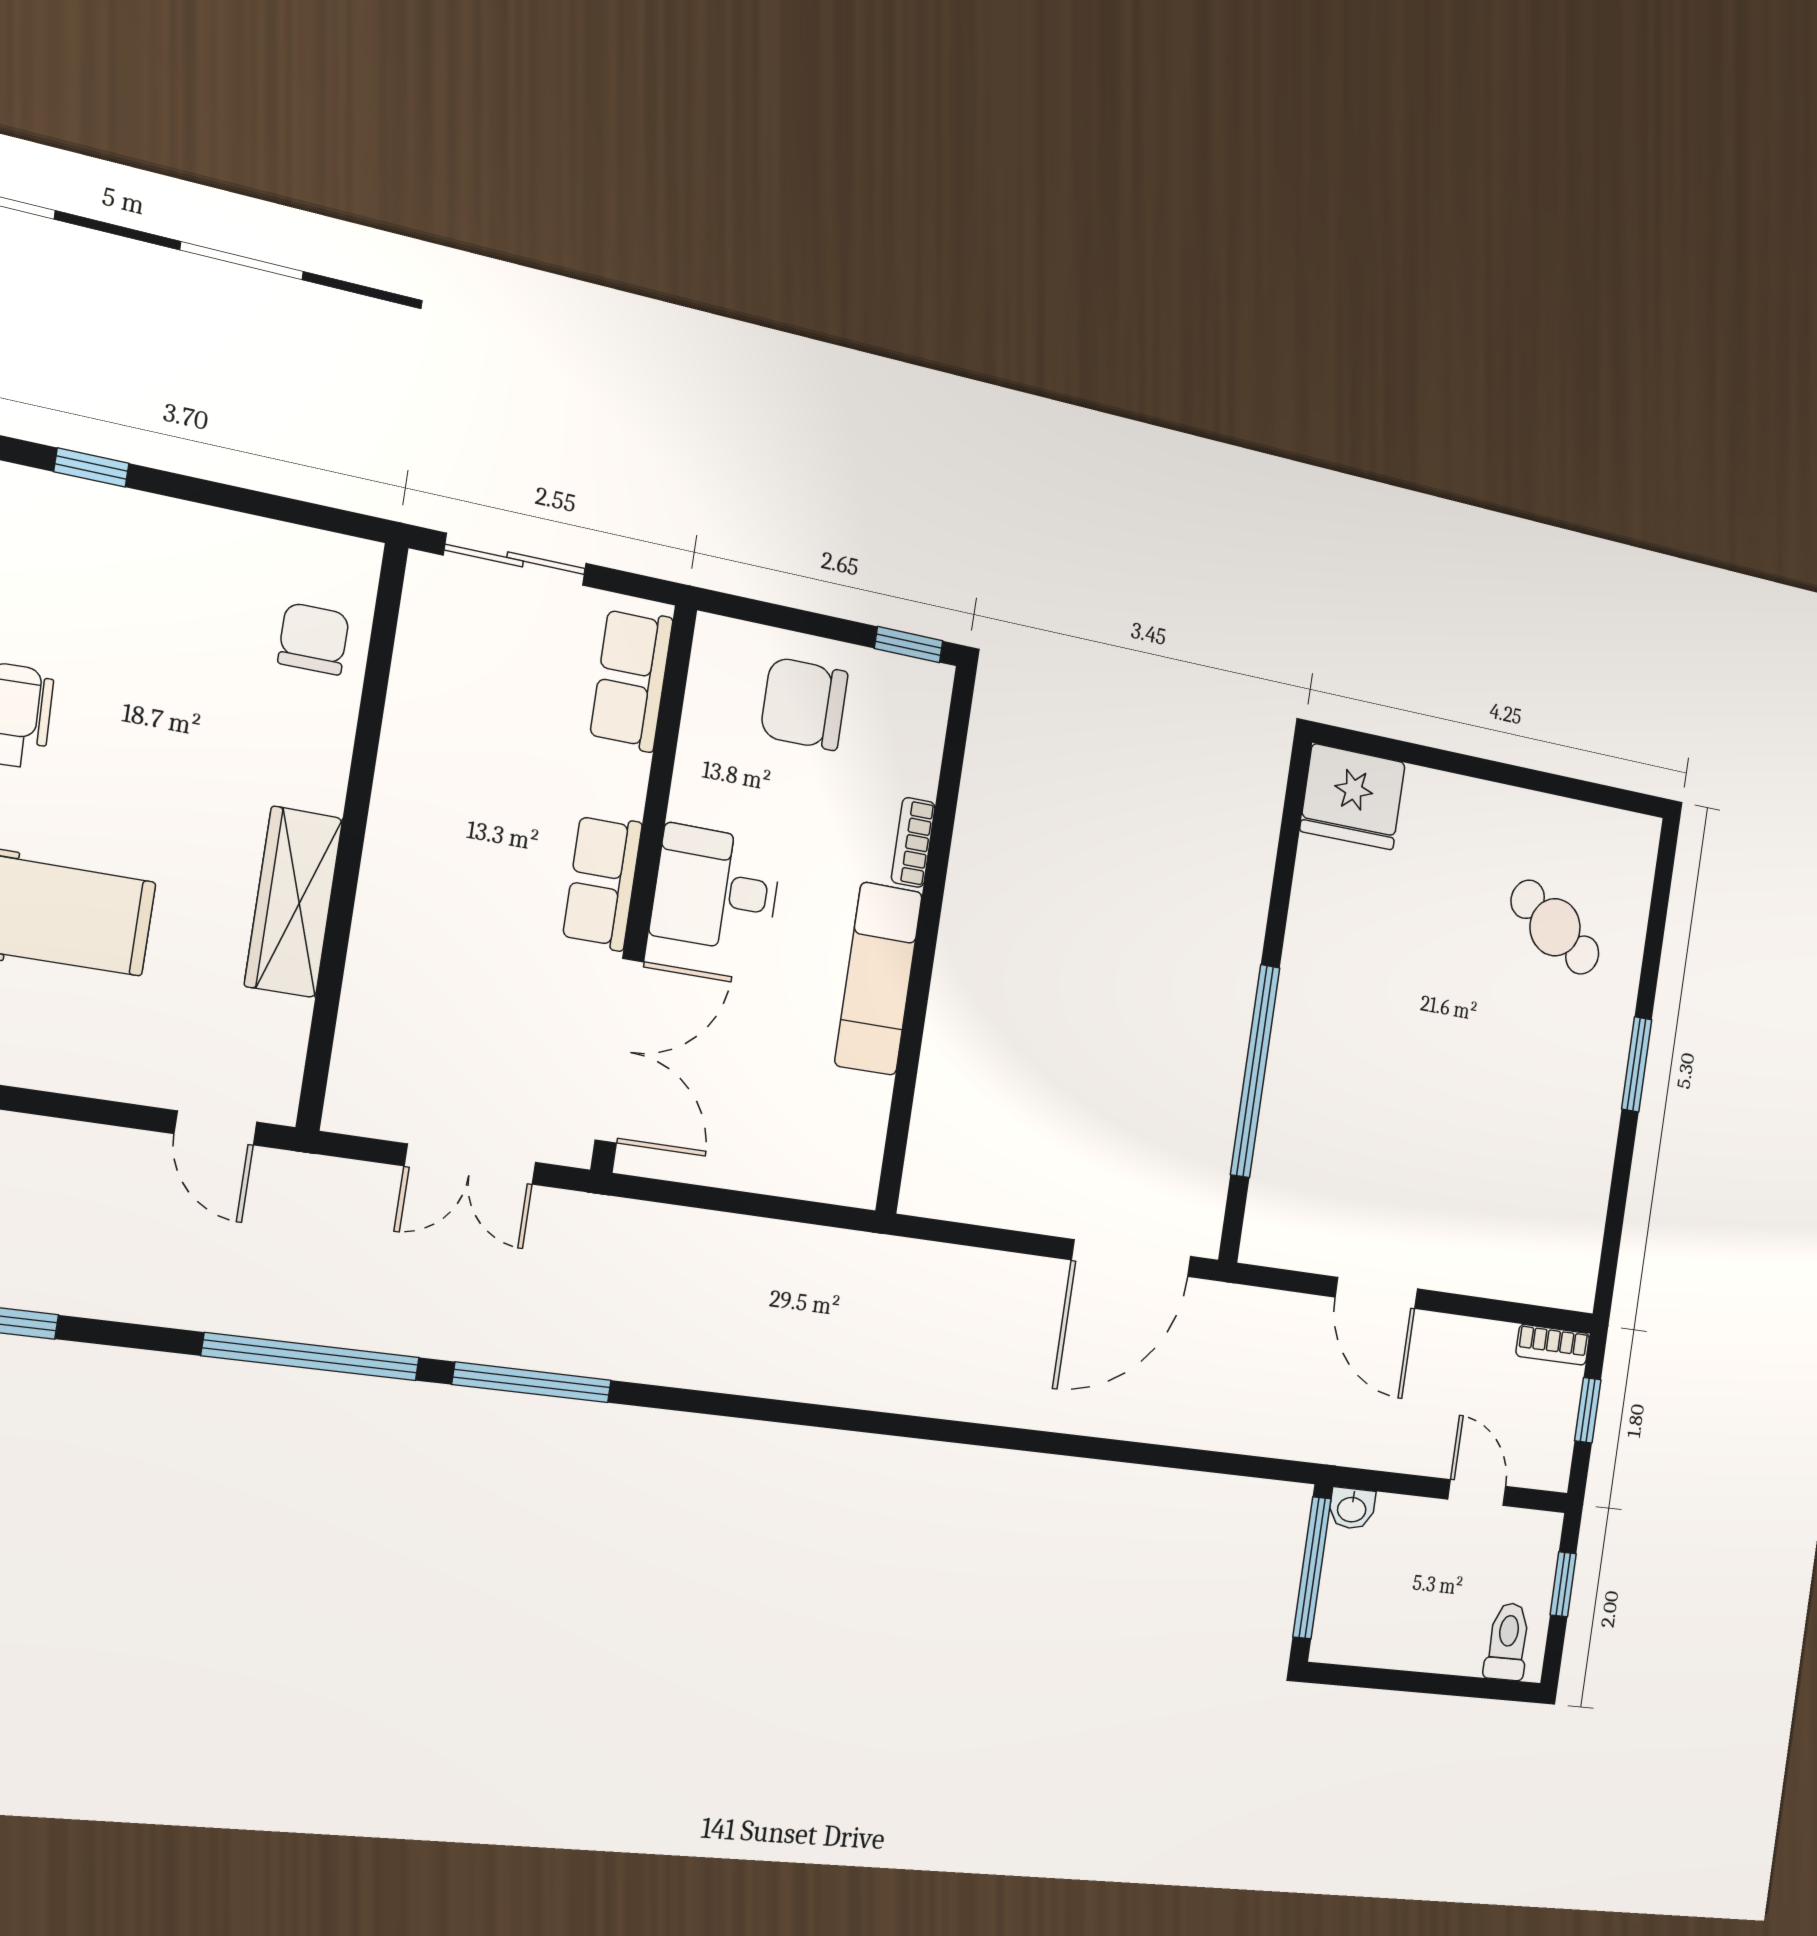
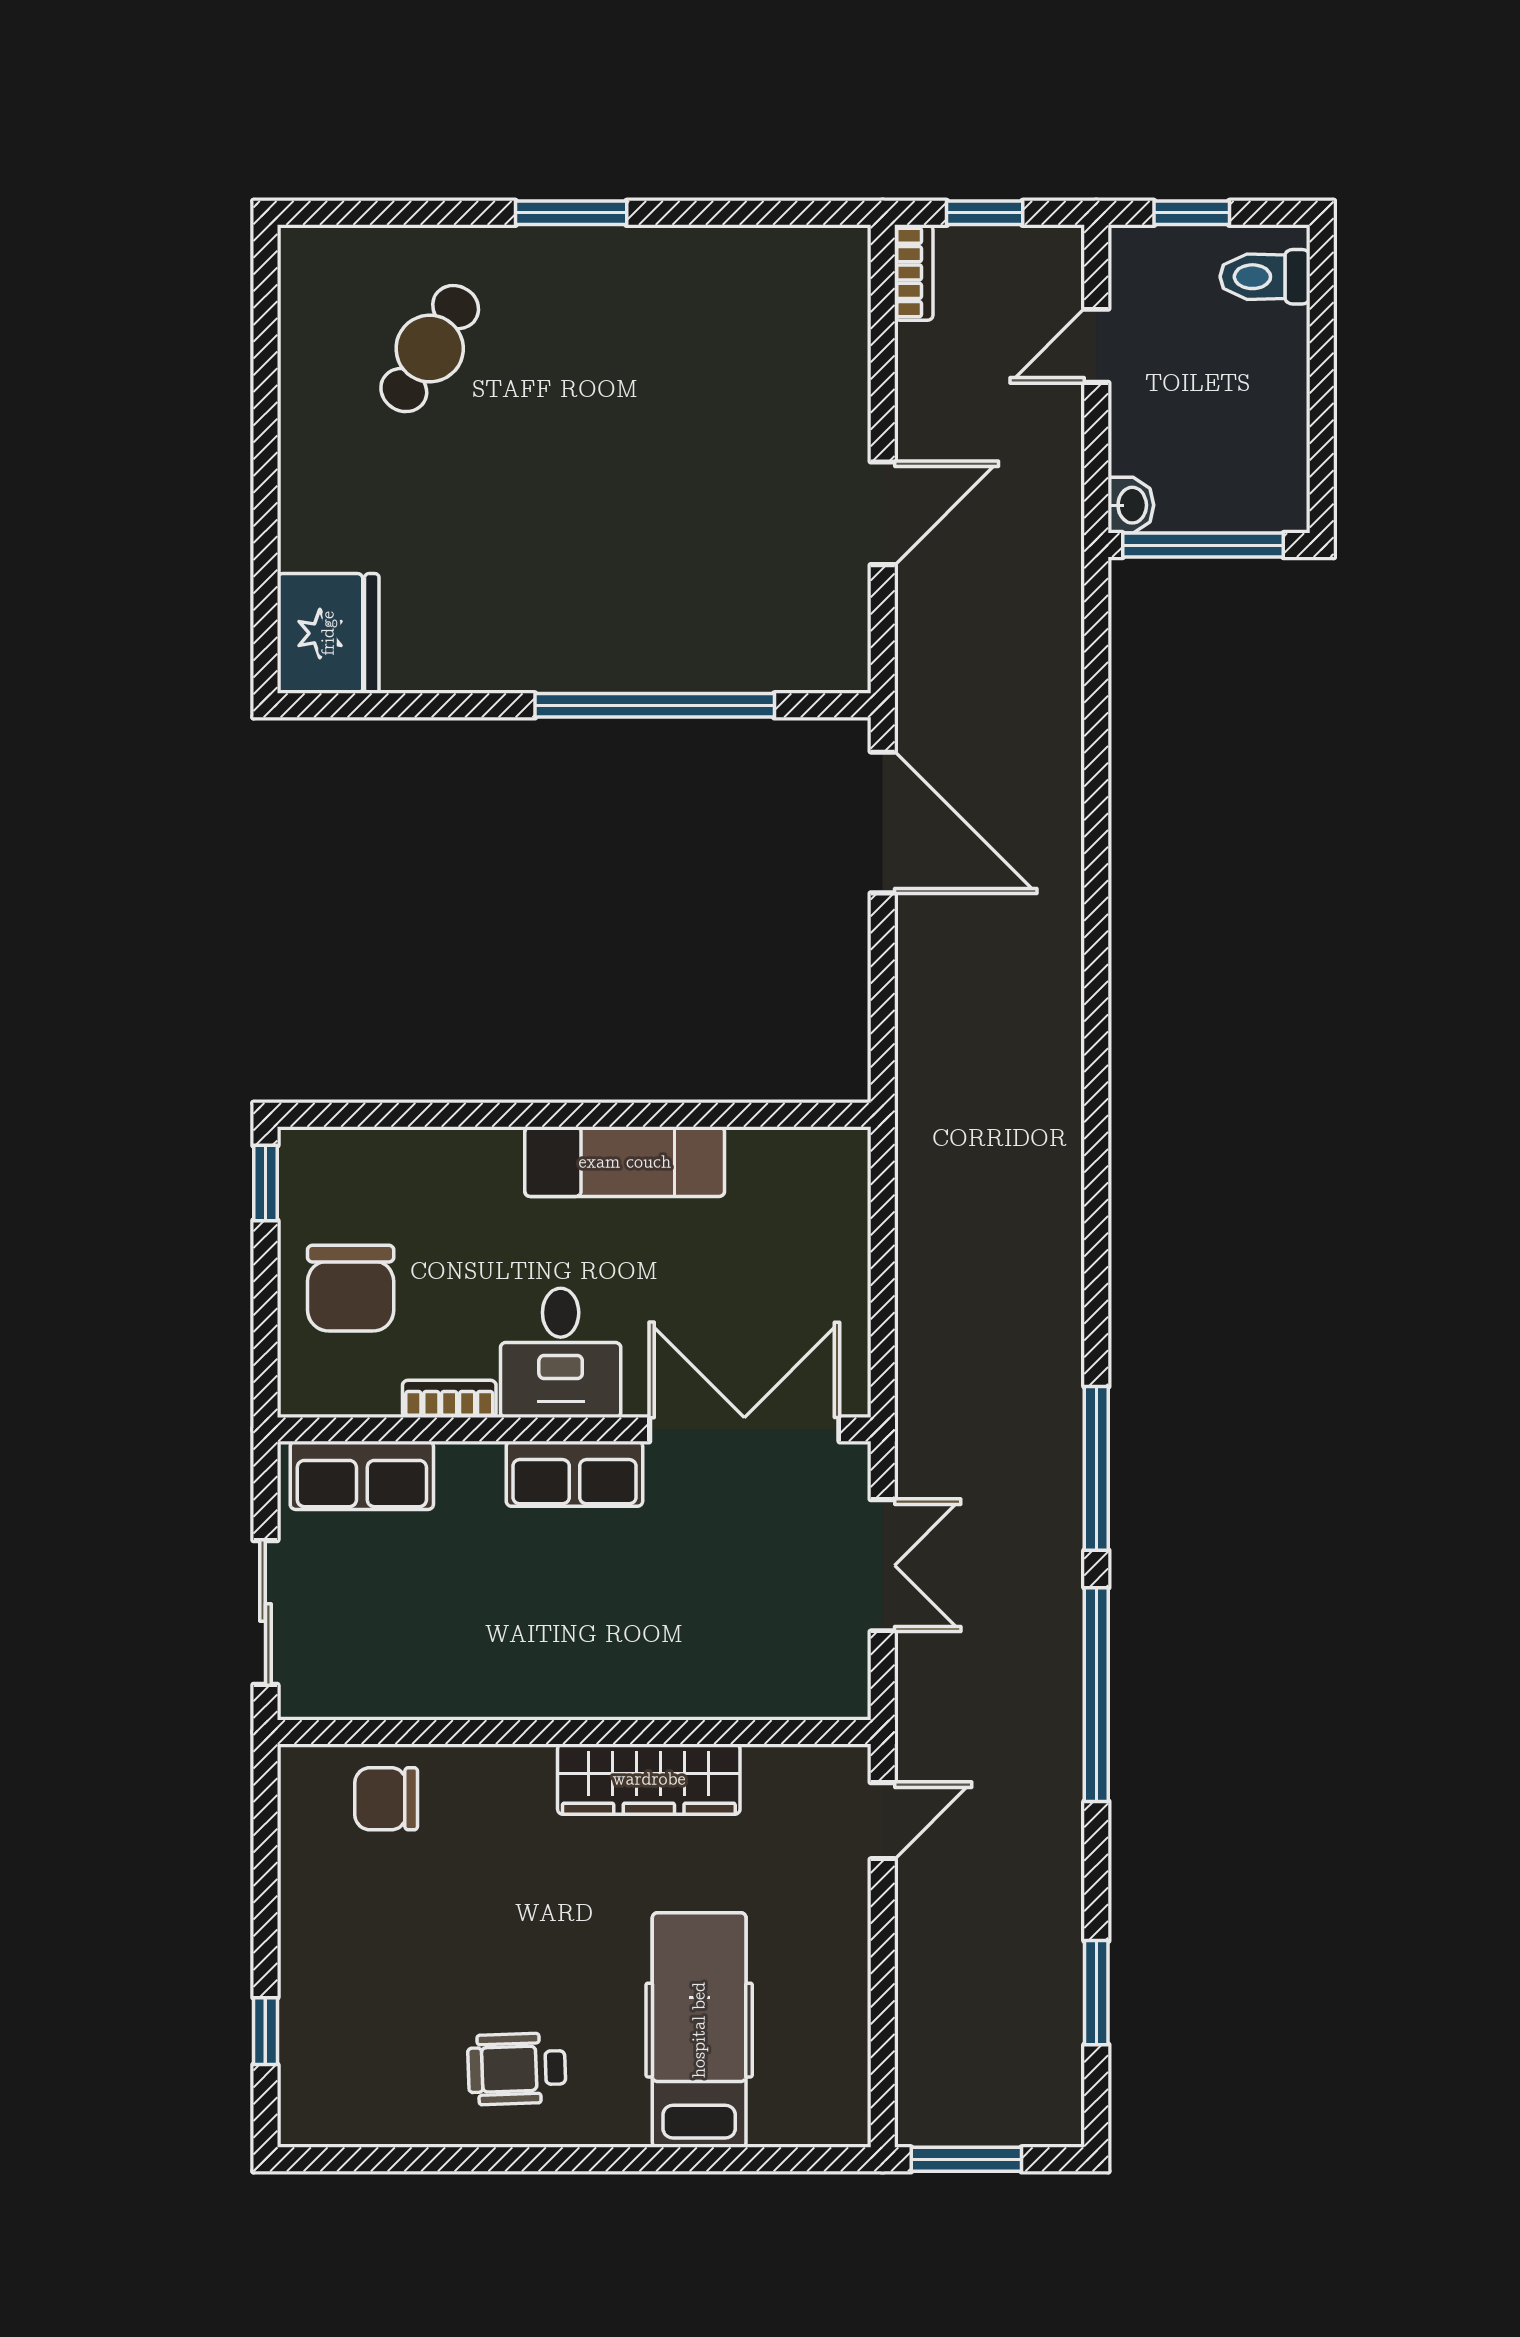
bookcase: (913, 842) -> (449, 1399), moved, turned 180

